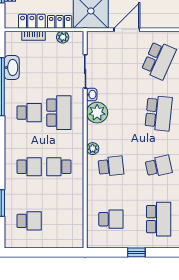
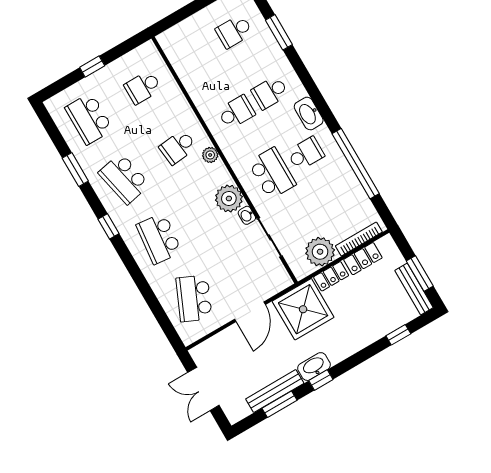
bookcase: (33, 36) -> (359, 239), width x1.56
plant: (63, 37) -> (320, 252), width x1.87, depth x1.87
washbasin: (12, 68) -> (309, 114), moved
school desk: (29, 113) -> (306, 154), turned 180
school desk: (59, 113) -> (272, 173), turned 180
school desk: (159, 166) -> (124, 179), width x1.85

